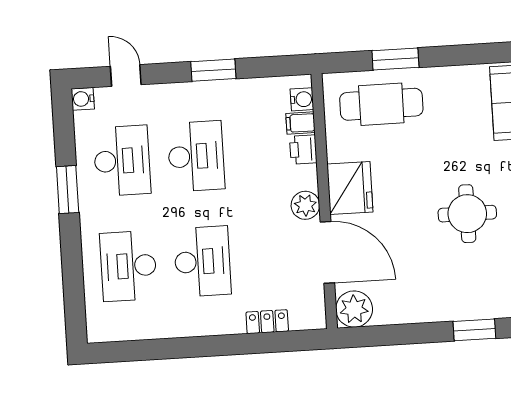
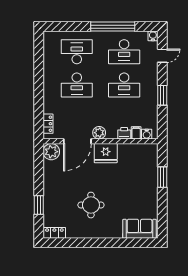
cafe table: (381, 104) -> (142, 170), removed
window: (68, 190) -> (113, 27), width x2.11
locker: (267, 322) -> (48, 124), moved

